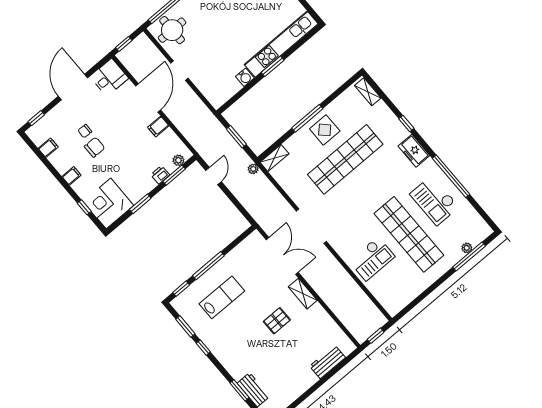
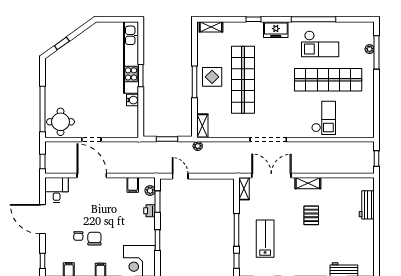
filing cabinet: (158, 126) -> (133, 185), moved
shelving: (250, 242) -> (244, 189), added

